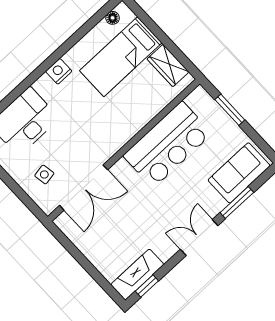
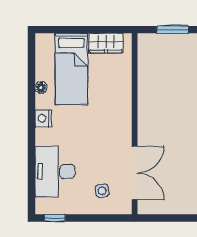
floor lamp: (113, 18) -> (41, 87), moved
bar counter: (168, 145) -> (158, 92), removed

